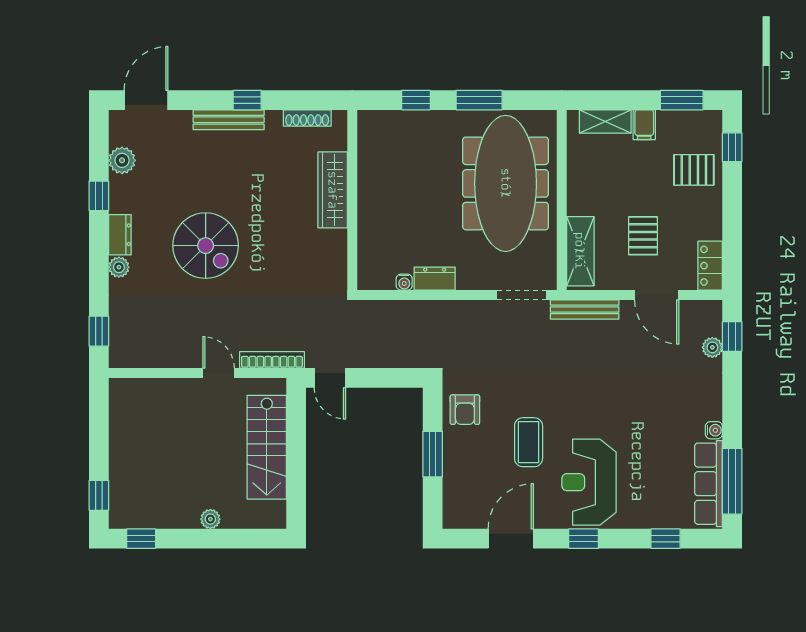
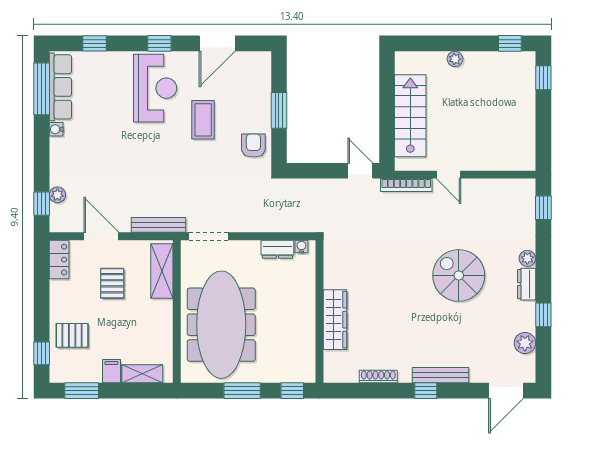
wardrobe: (333, 190) -> (335, 320), moved
wall: (352, 200) -> (320, 312), moved

